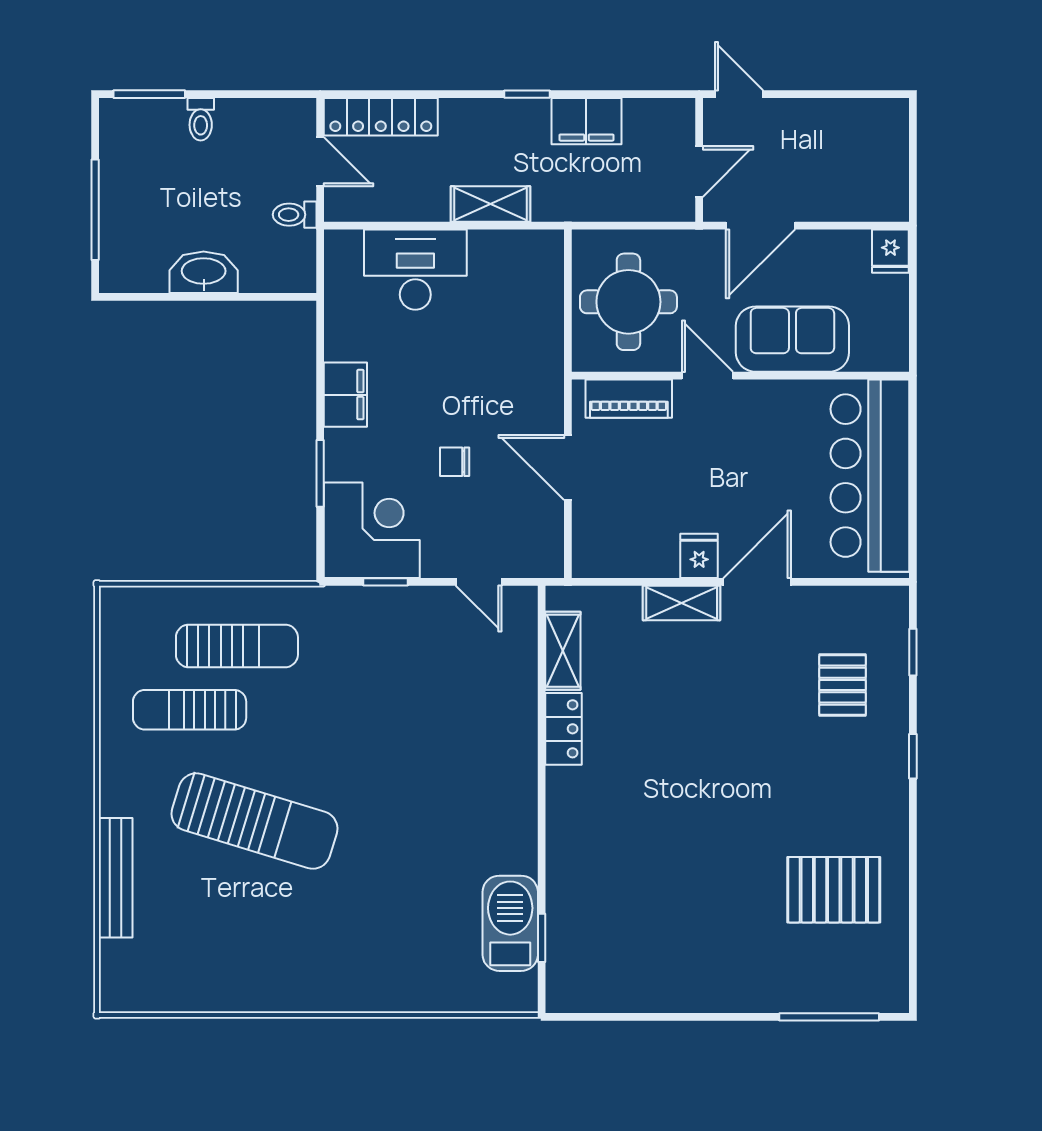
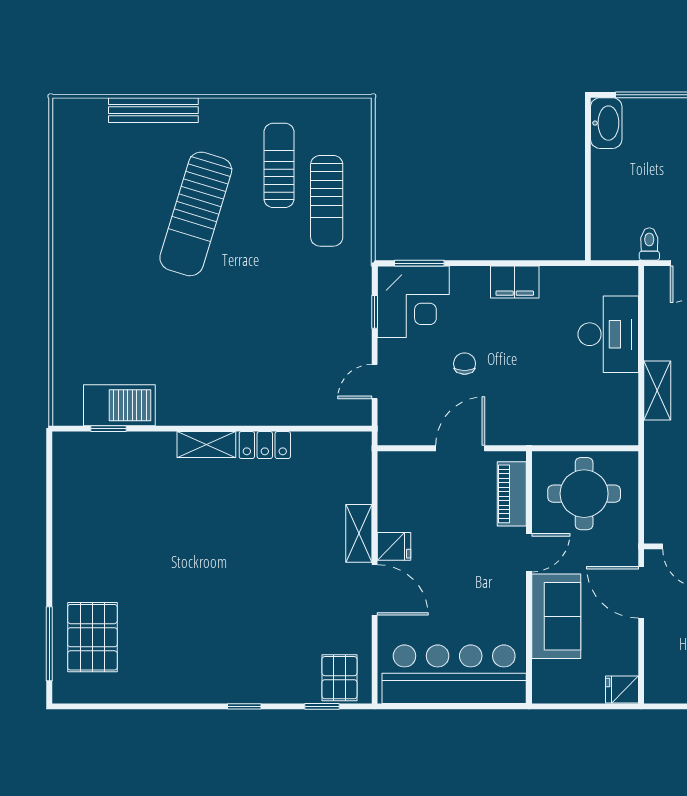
washbasin: (204, 272) -> (606, 123), moved
window: (320, 473) -> (419, 263), moved
shelving: (563, 651) -> (206, 445), moved
pallet: (843, 685) -> (339, 678), moved, turned 90
pallet: (834, 890) -> (92, 637), moved

